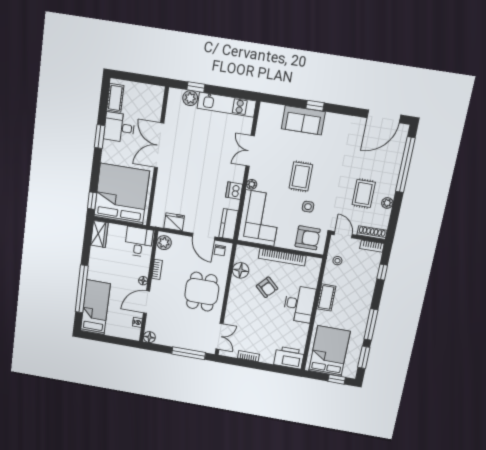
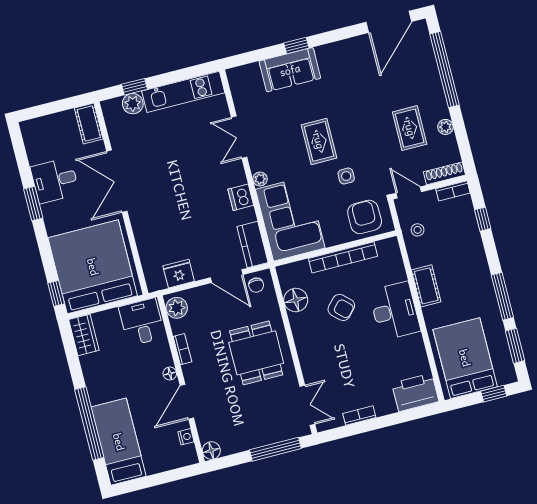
cot: (115, 98) -> (89, 124), moved
armchair: (308, 238) -> (365, 217), turned -90

